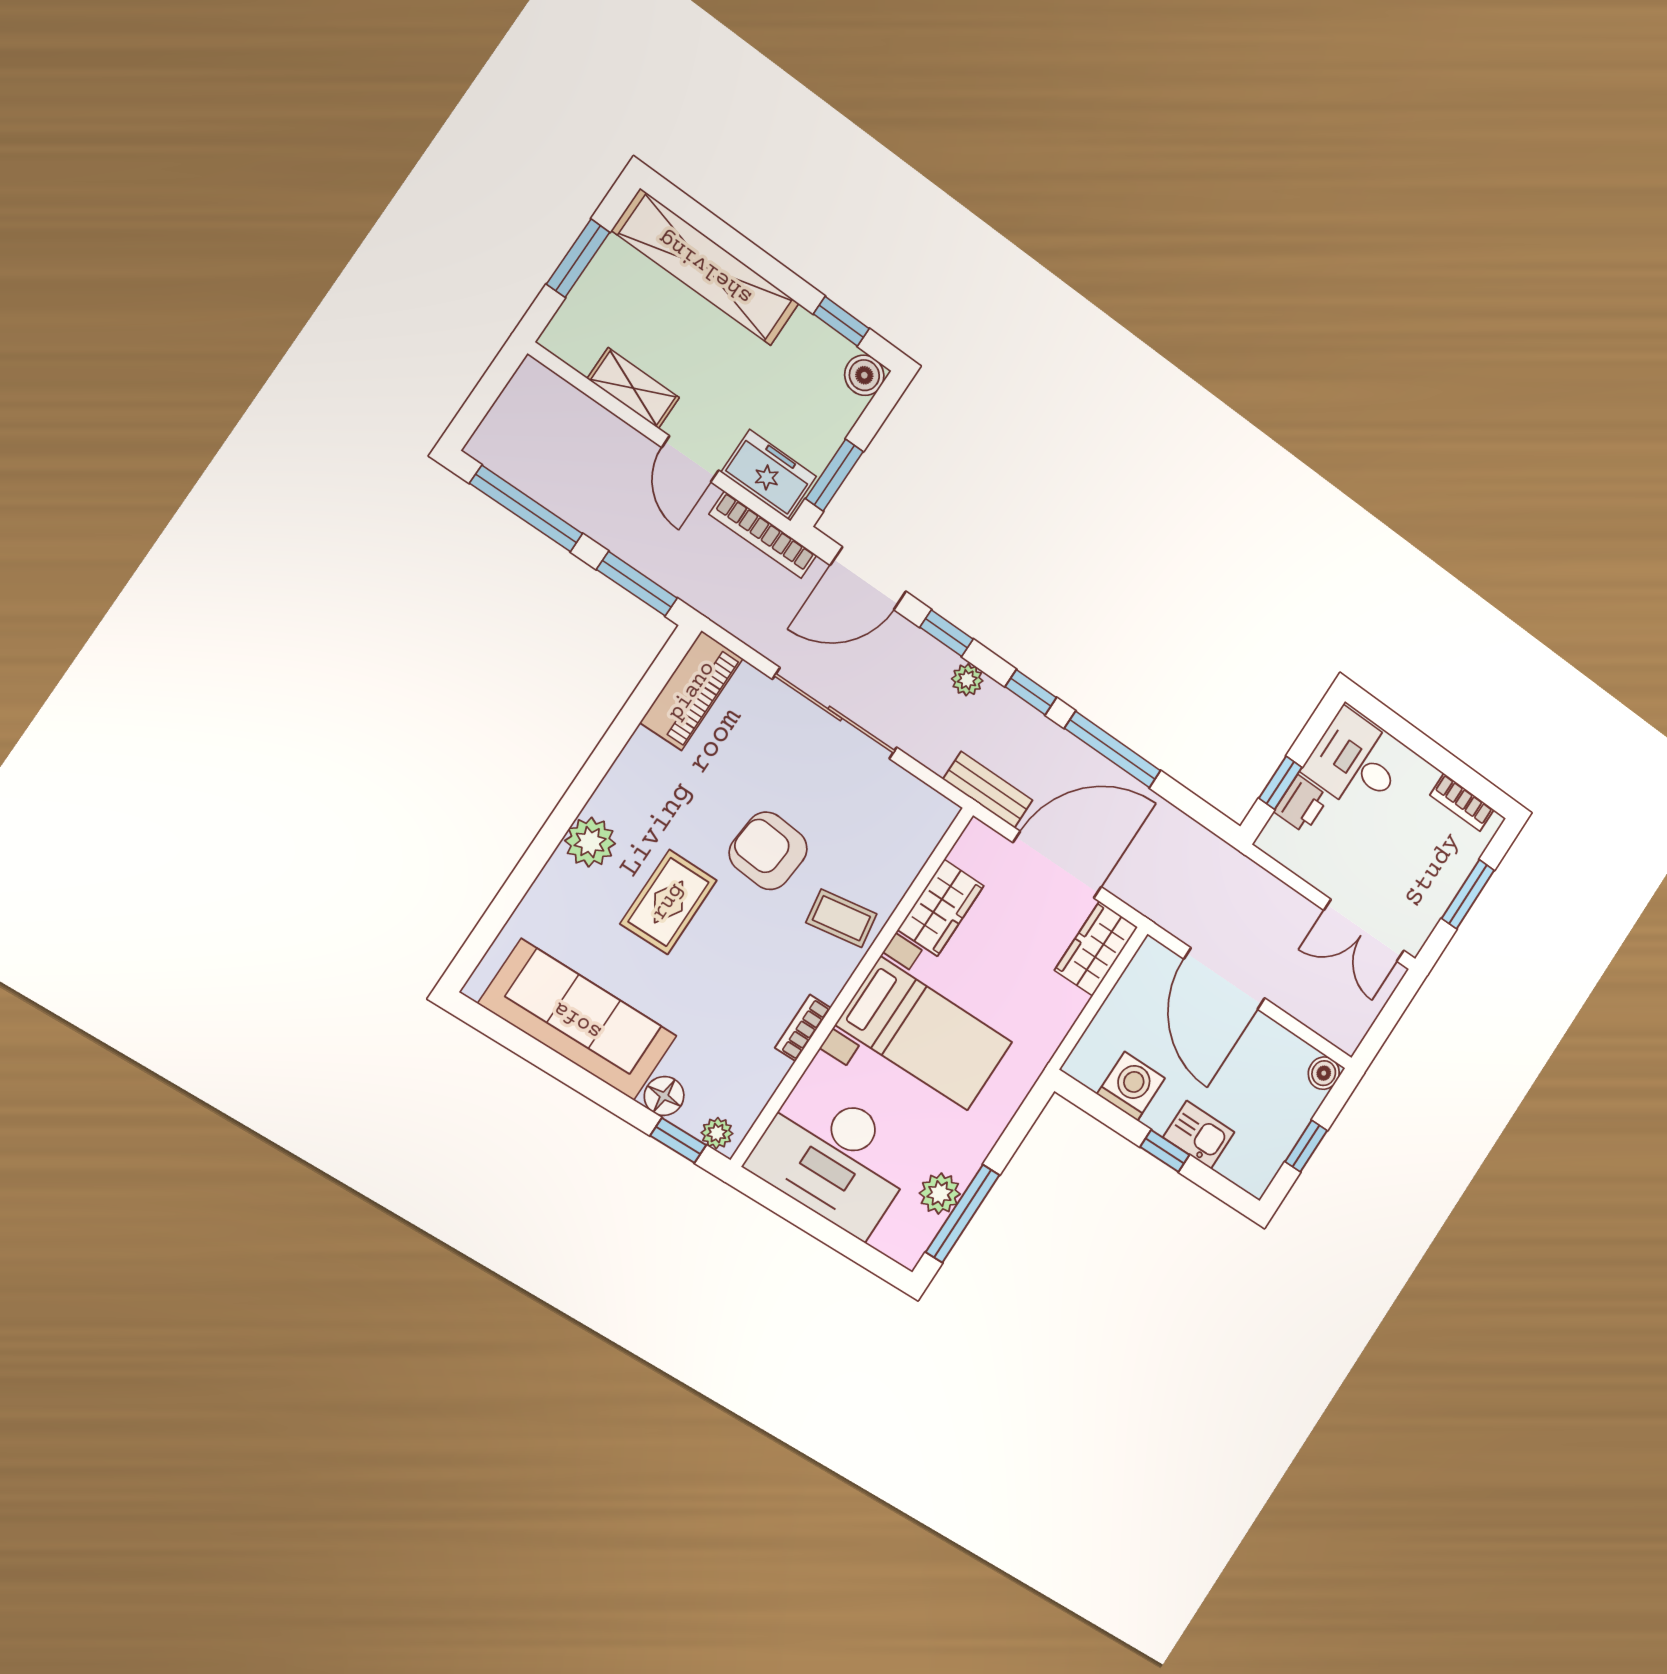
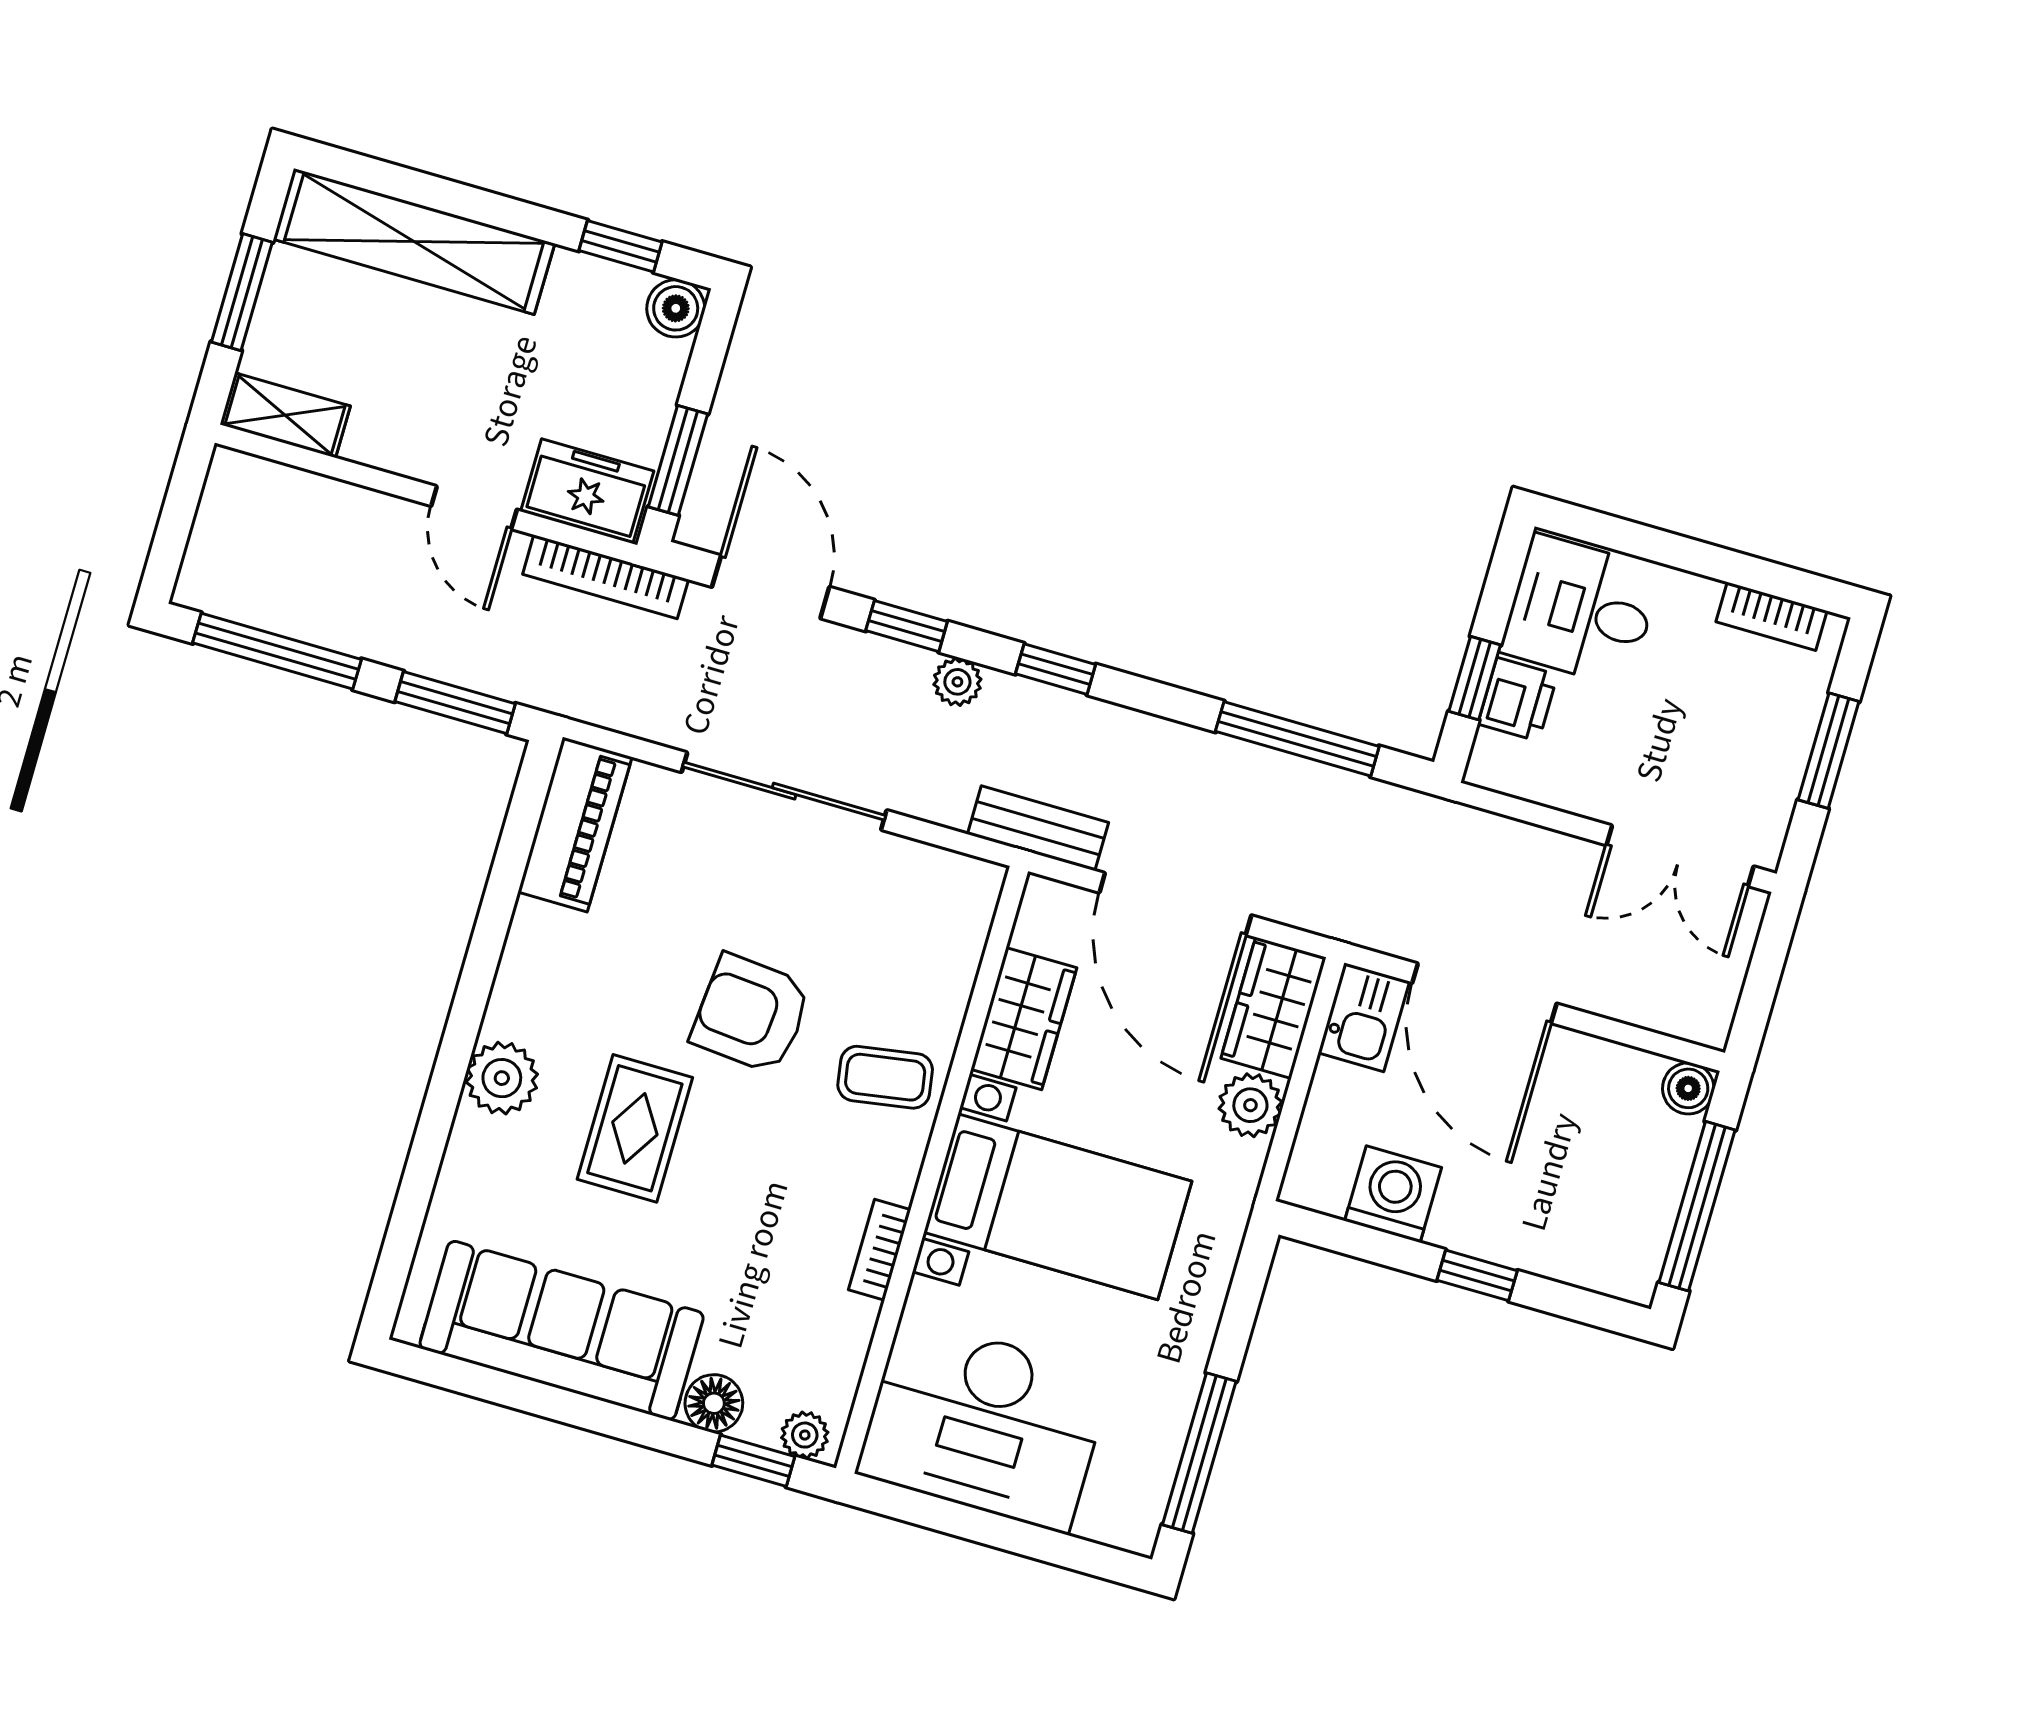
shelving: (633, 388) -> (285, 415), moved
door: (868, 578) -> (771, 587), swing flipped
window: (1113, 750) -> (1297, 739), moved
door: (1057, 865) -> (1175, 904), swing flipped
kitchen sink: (1199, 1135) -> (1364, 1017), moved, turned 90
window: (1306, 1146) -> (1697, 1206), width x2.17
plant: (940, 1194) -> (1250, 1105), moved

